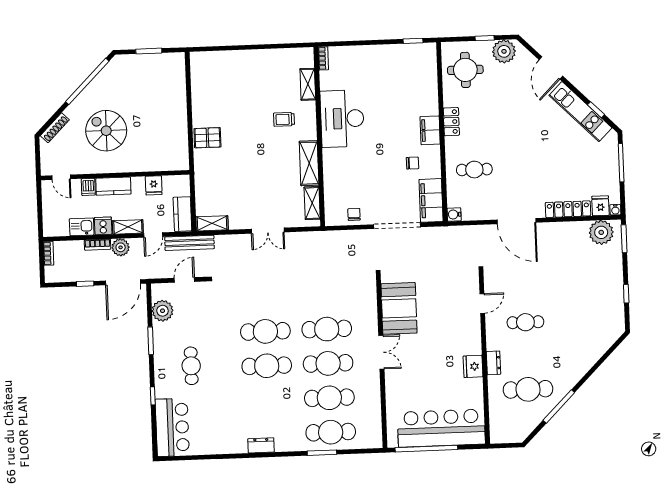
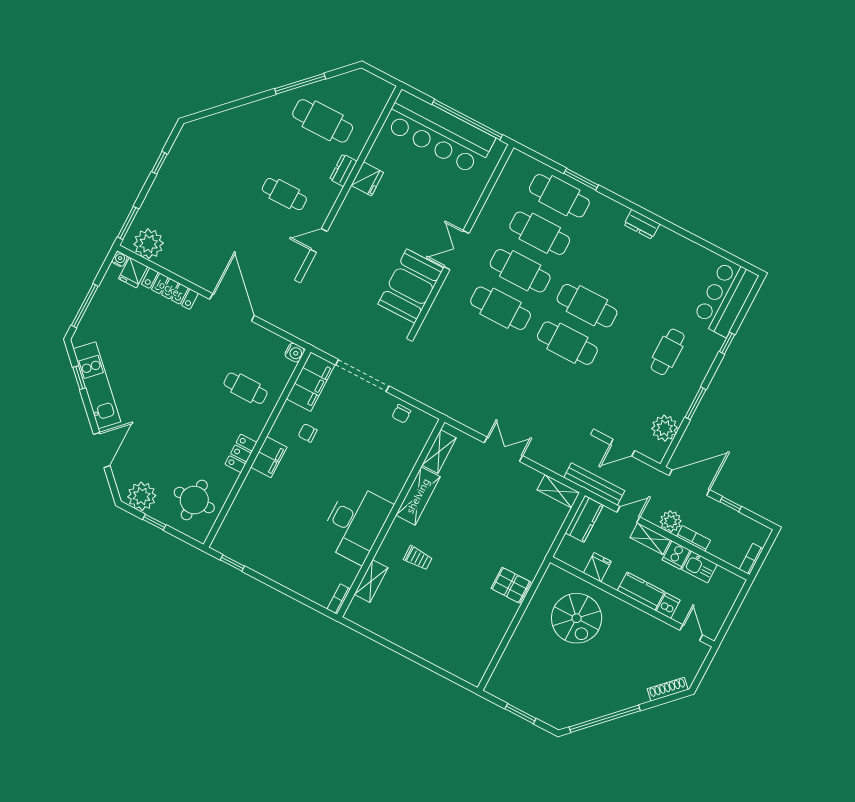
spiral stairs: (106, 131) -> (577, 618), moved

